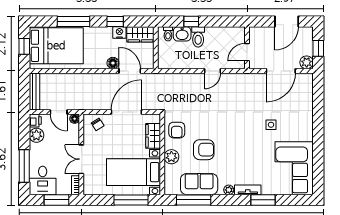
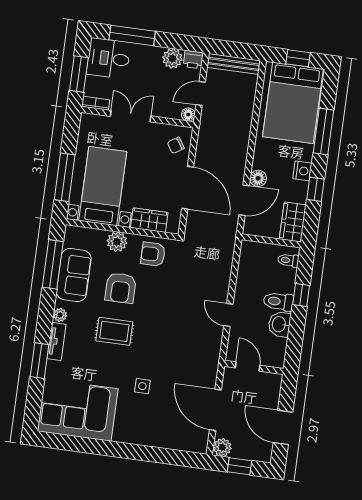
nightstand: (119, 33) -> (302, 171), moved
washbasin: (182, 34) -> (279, 324), moved
rug: (235, 150) -> (114, 331), added

